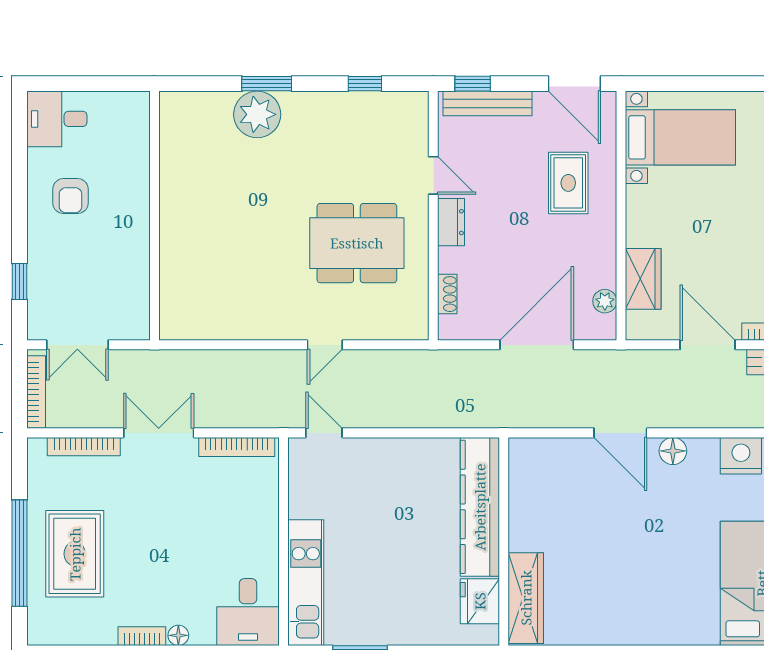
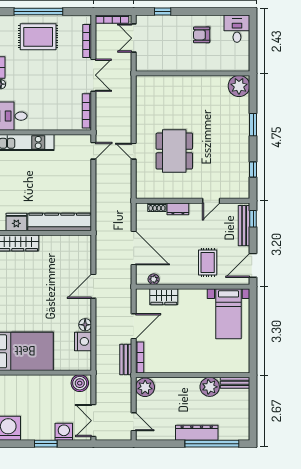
plant: (257, 114) -> (239, 86), moved
rug: (568, 183) -> (208, 262), turned 90
dresser: (451, 222) -> (178, 209), moved
dining table: (357, 243) -> (174, 151), moved
floor lamp: (673, 451) -> (85, 325), moved

